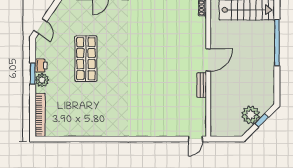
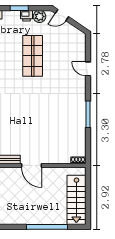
shop shelf: (86, 59) -> (33, 56), turned 90
plant: (42, 80) -> (39, 16), moved

